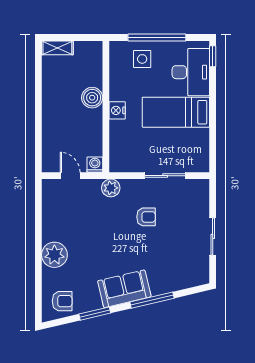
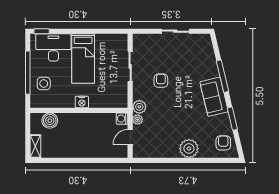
boiler: (92, 98) -> (50, 121), moved
plant: (94, 186) -> (138, 119), added

